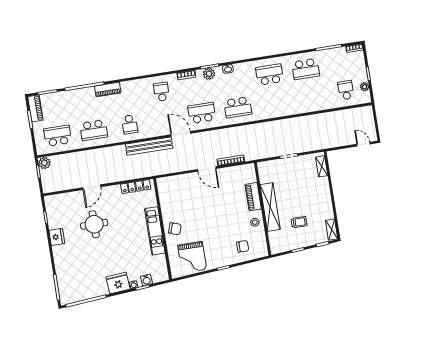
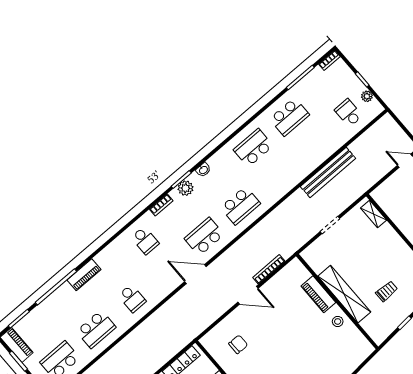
school desk: (161, 92) -> (145, 240), turned 180
bench: (149, 146) -> (328, 172), moved
chair: (243, 246) -> (238, 344), moved

